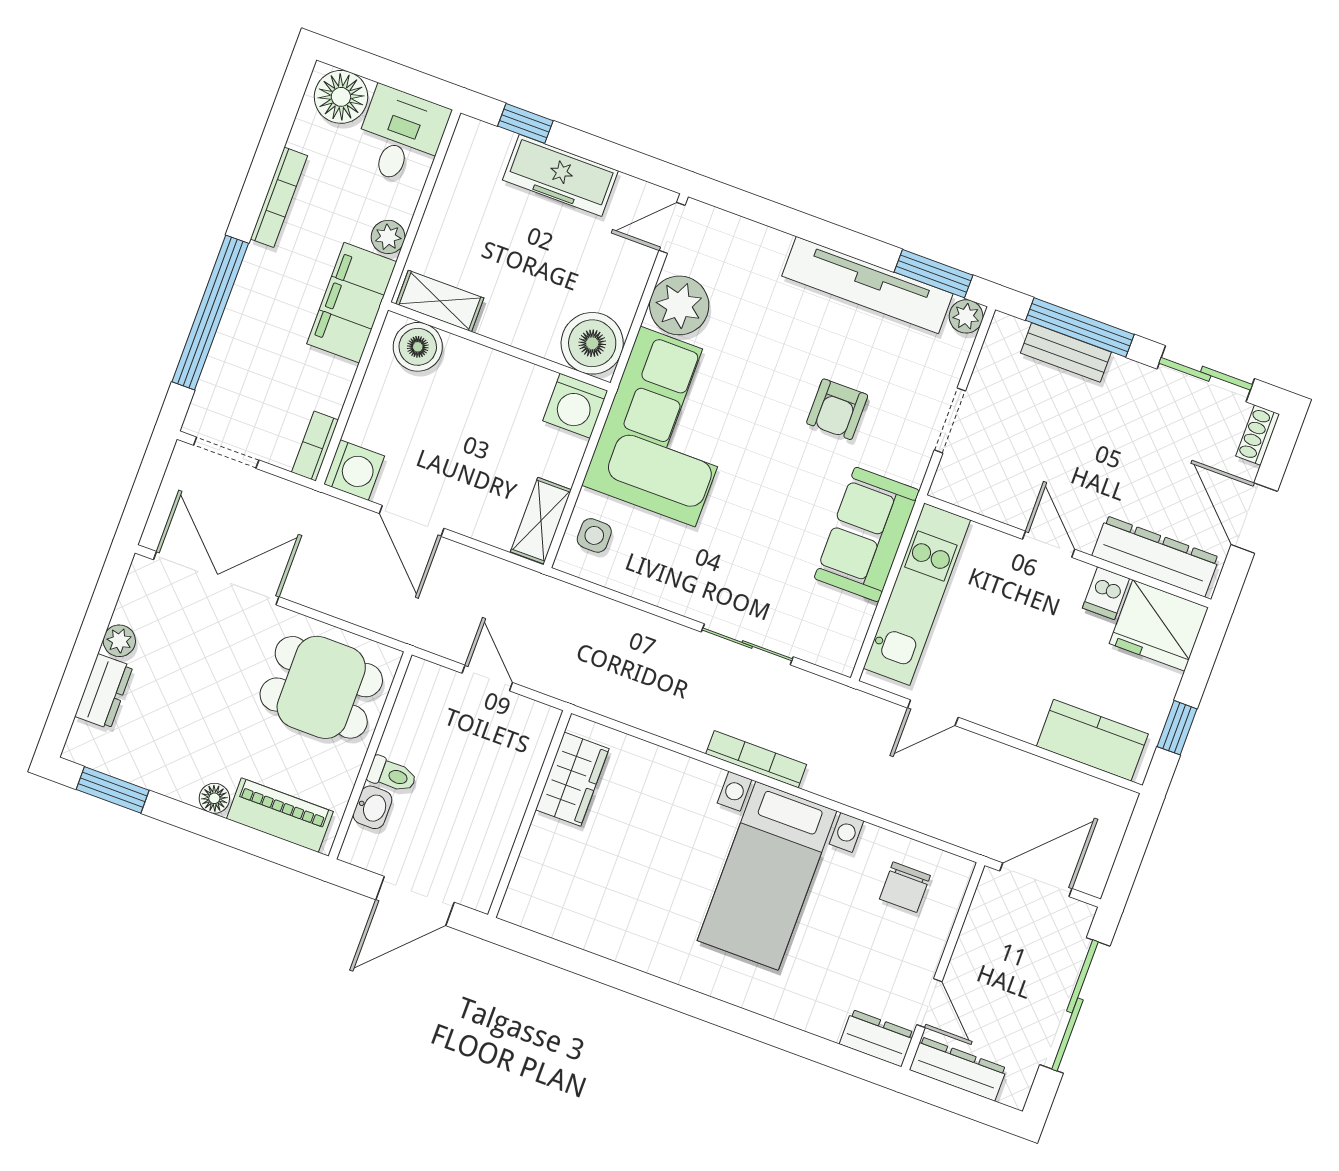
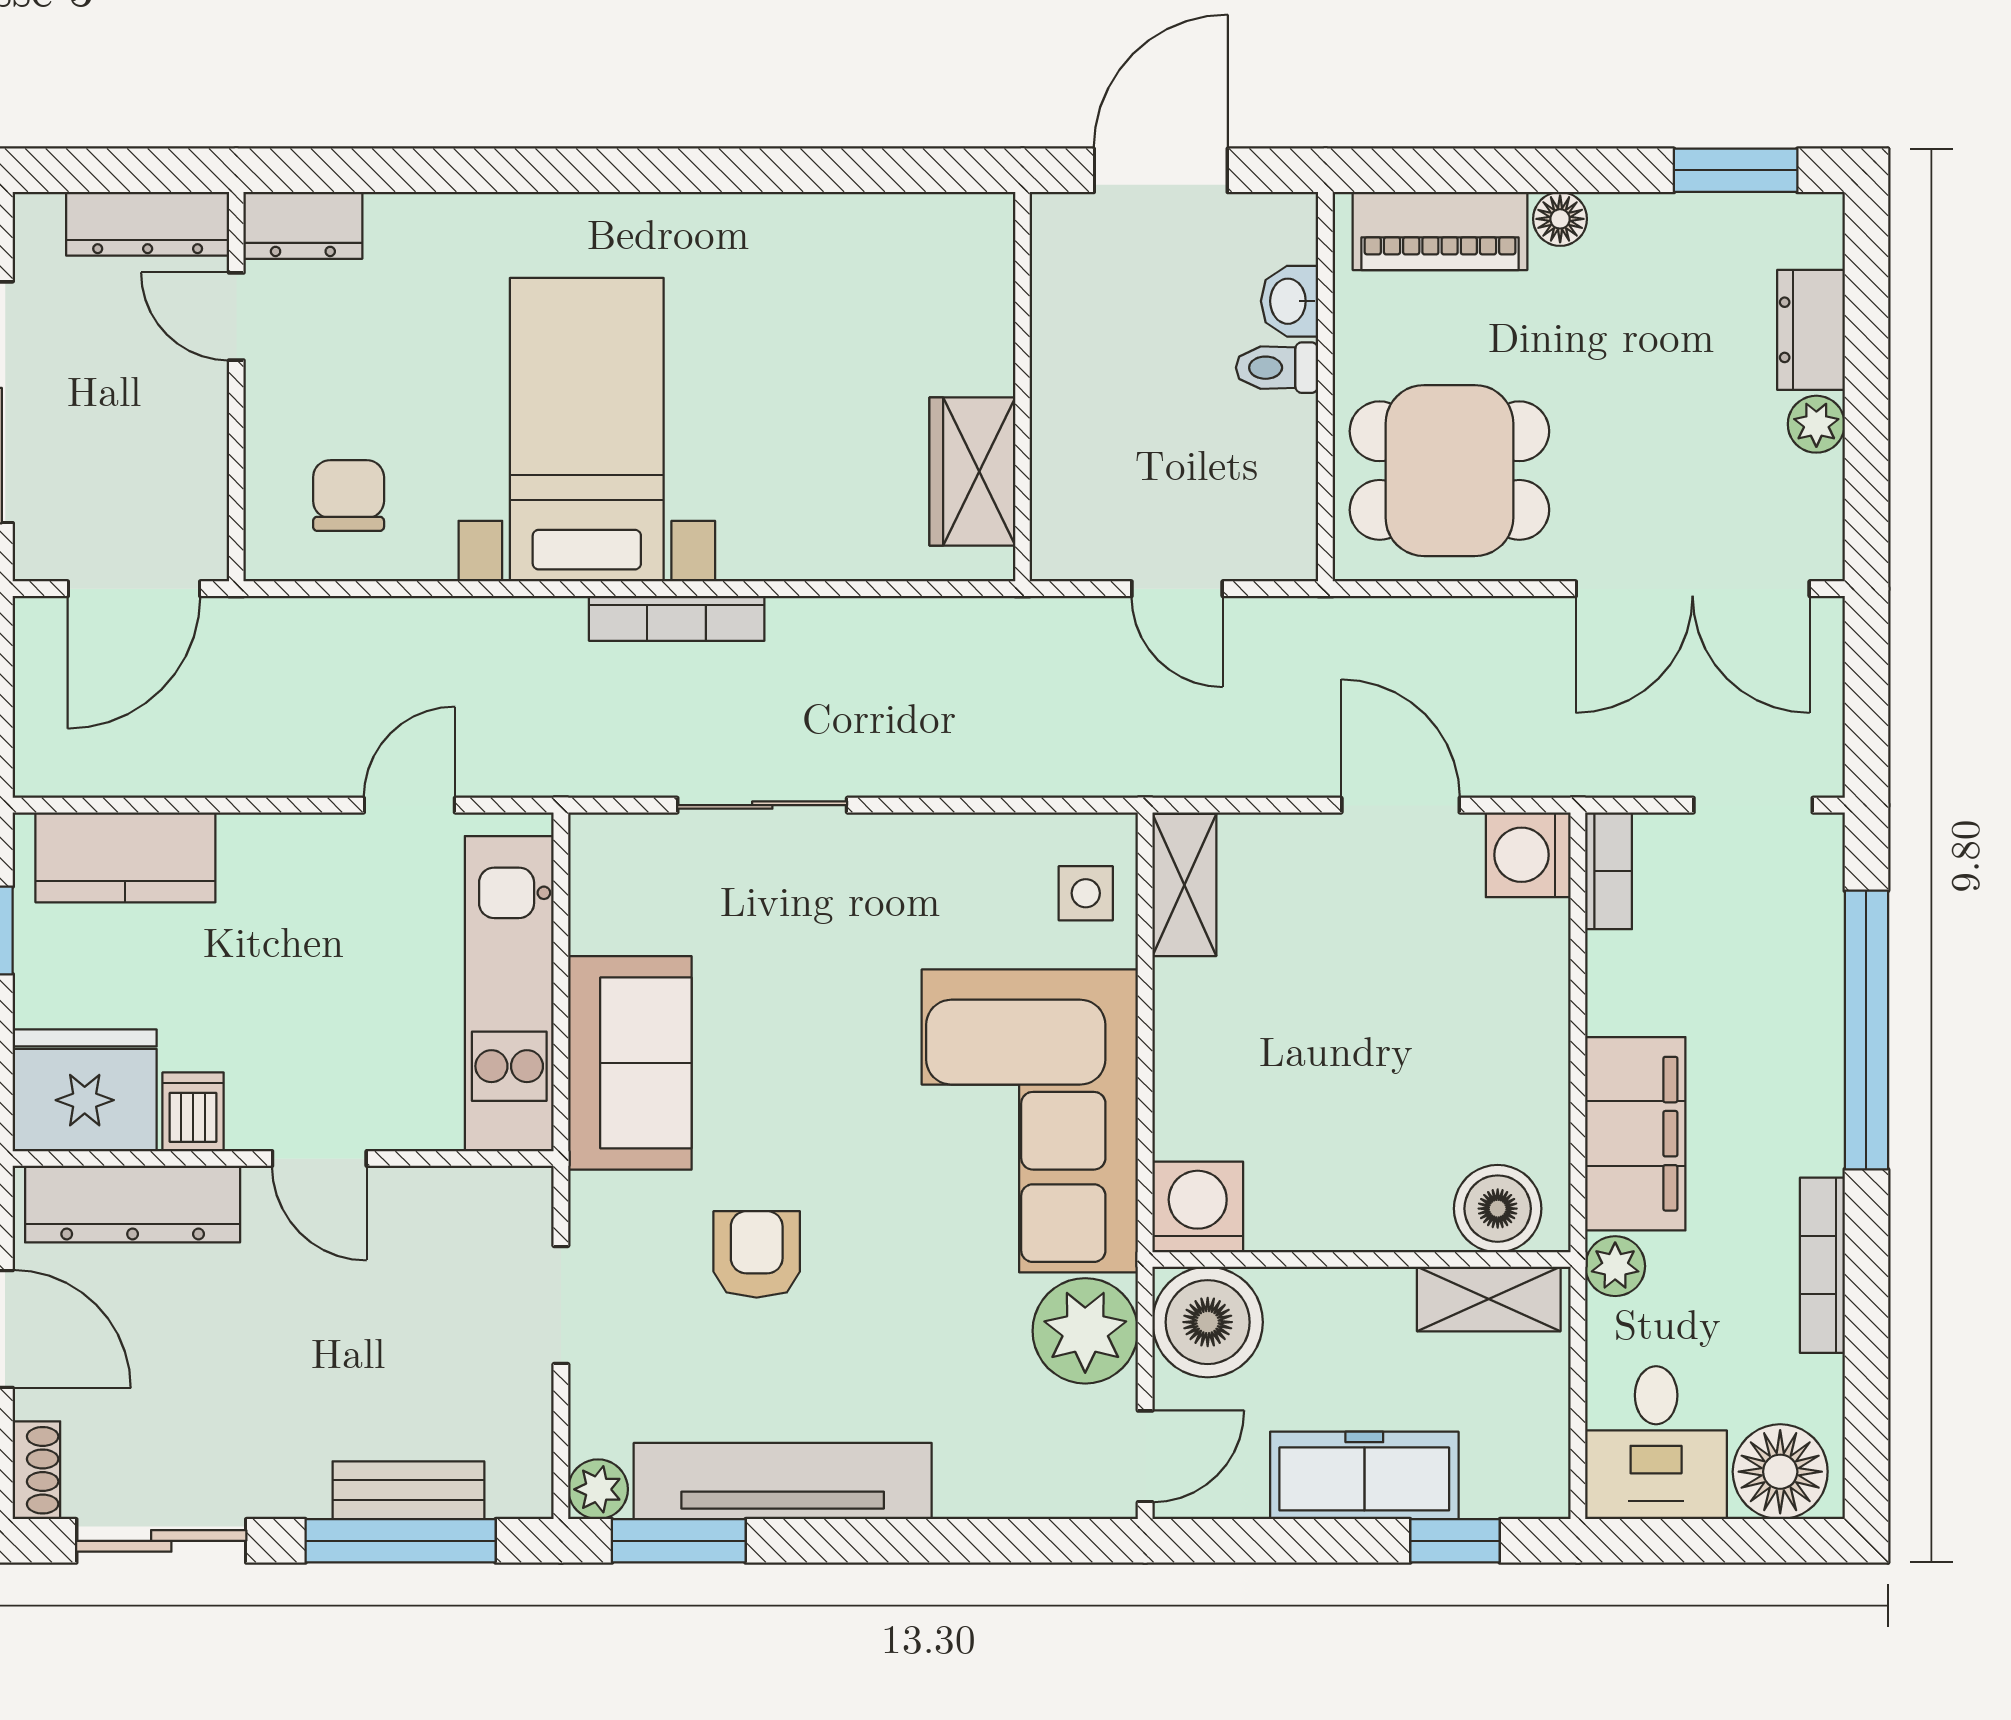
shelving: (440, 301) -> (1489, 1299), moved
boiler: (592, 343) -> (1208, 1322), moved
wall: (499, 346) -> (1362, 1260), moved
boiler: (418, 347) -> (1498, 1209), moved
washing machine: (575, 406) -> (1198, 1207), moved

